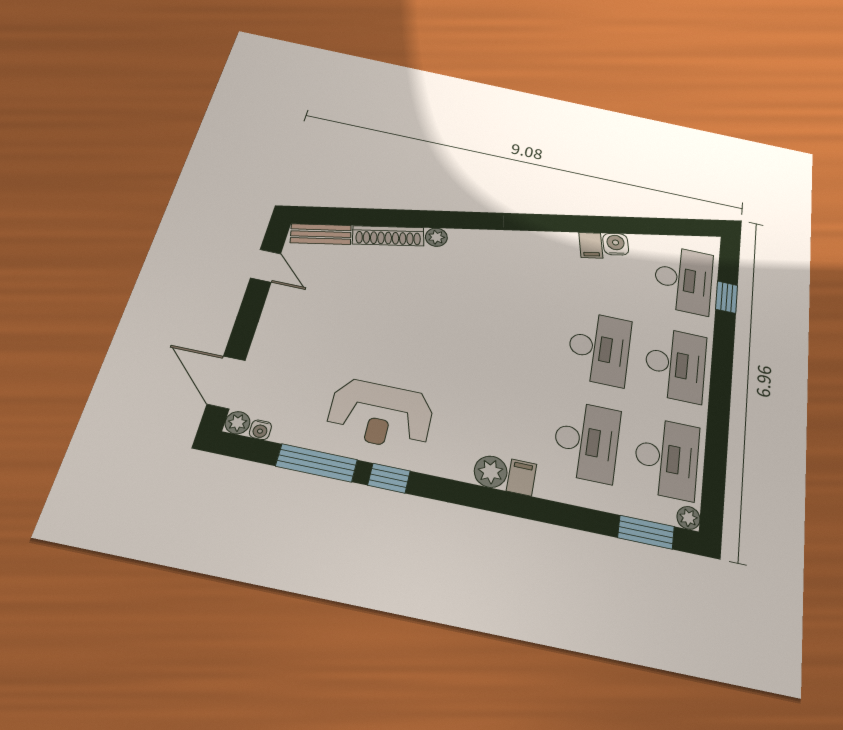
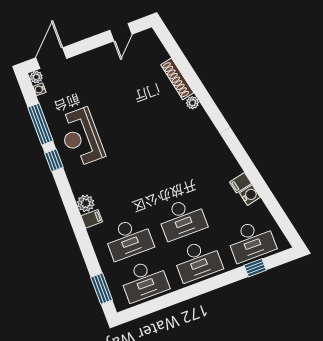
bench: (321, 234) -> (156, 46), removed
plant: (688, 518) -> (121, 305), removed

